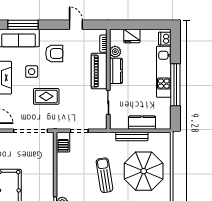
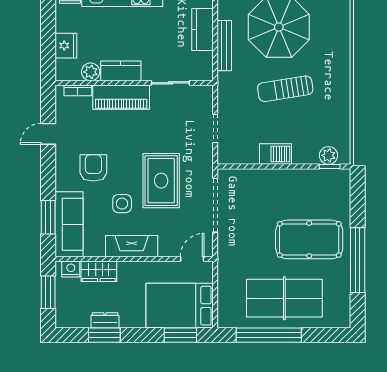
window: (23, 25) -> (48, 217), width x0.69
rug: (46, 96) -> (161, 181), width x1.36, depth x1.43
barbecue: (63, 142) -> (276, 154), moved

